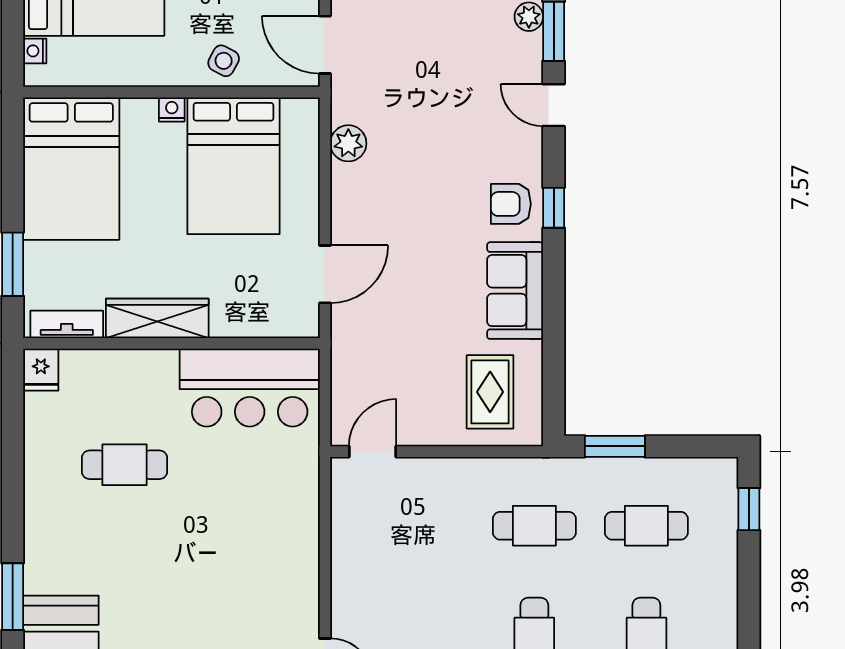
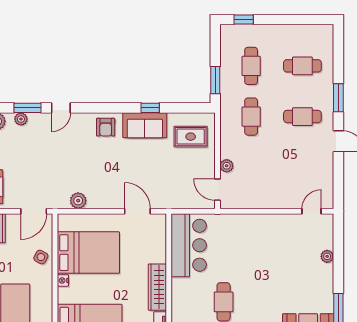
window: (554, 208) -> (150, 108), moved
plant: (425, 472) -> (227, 166), added

